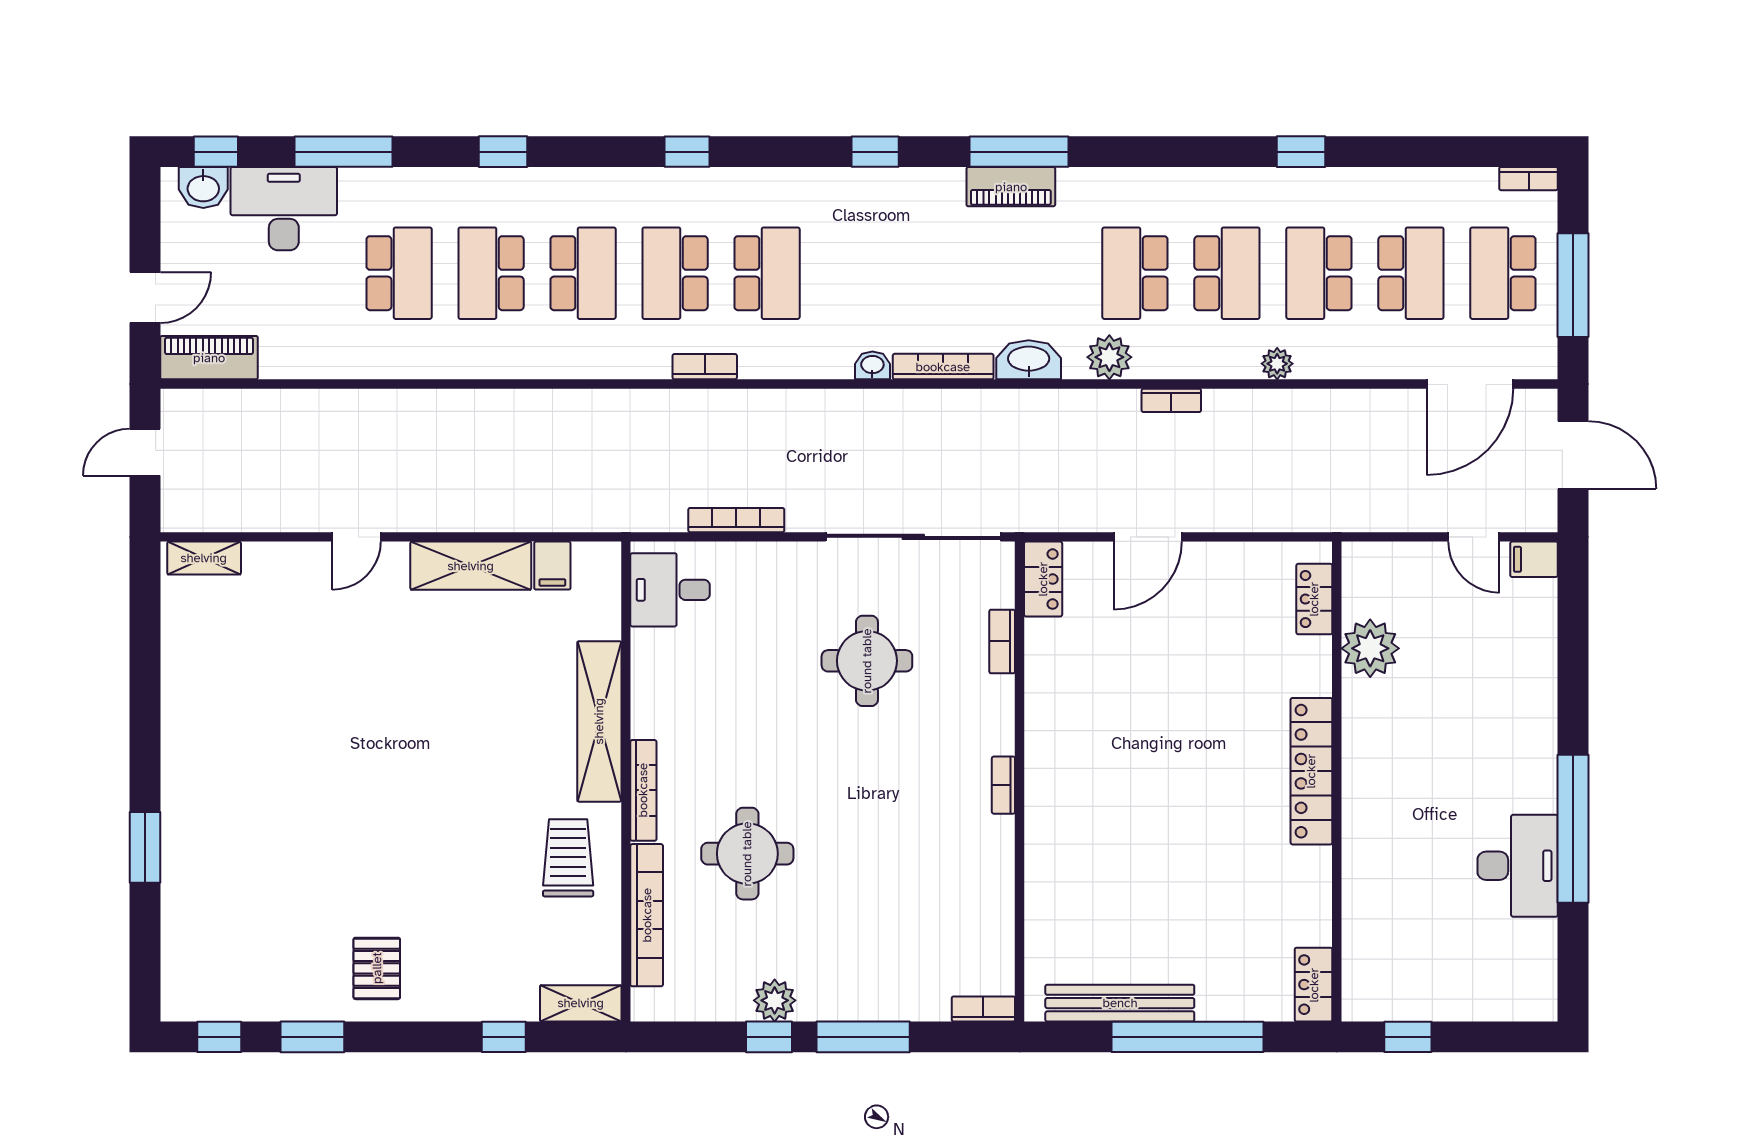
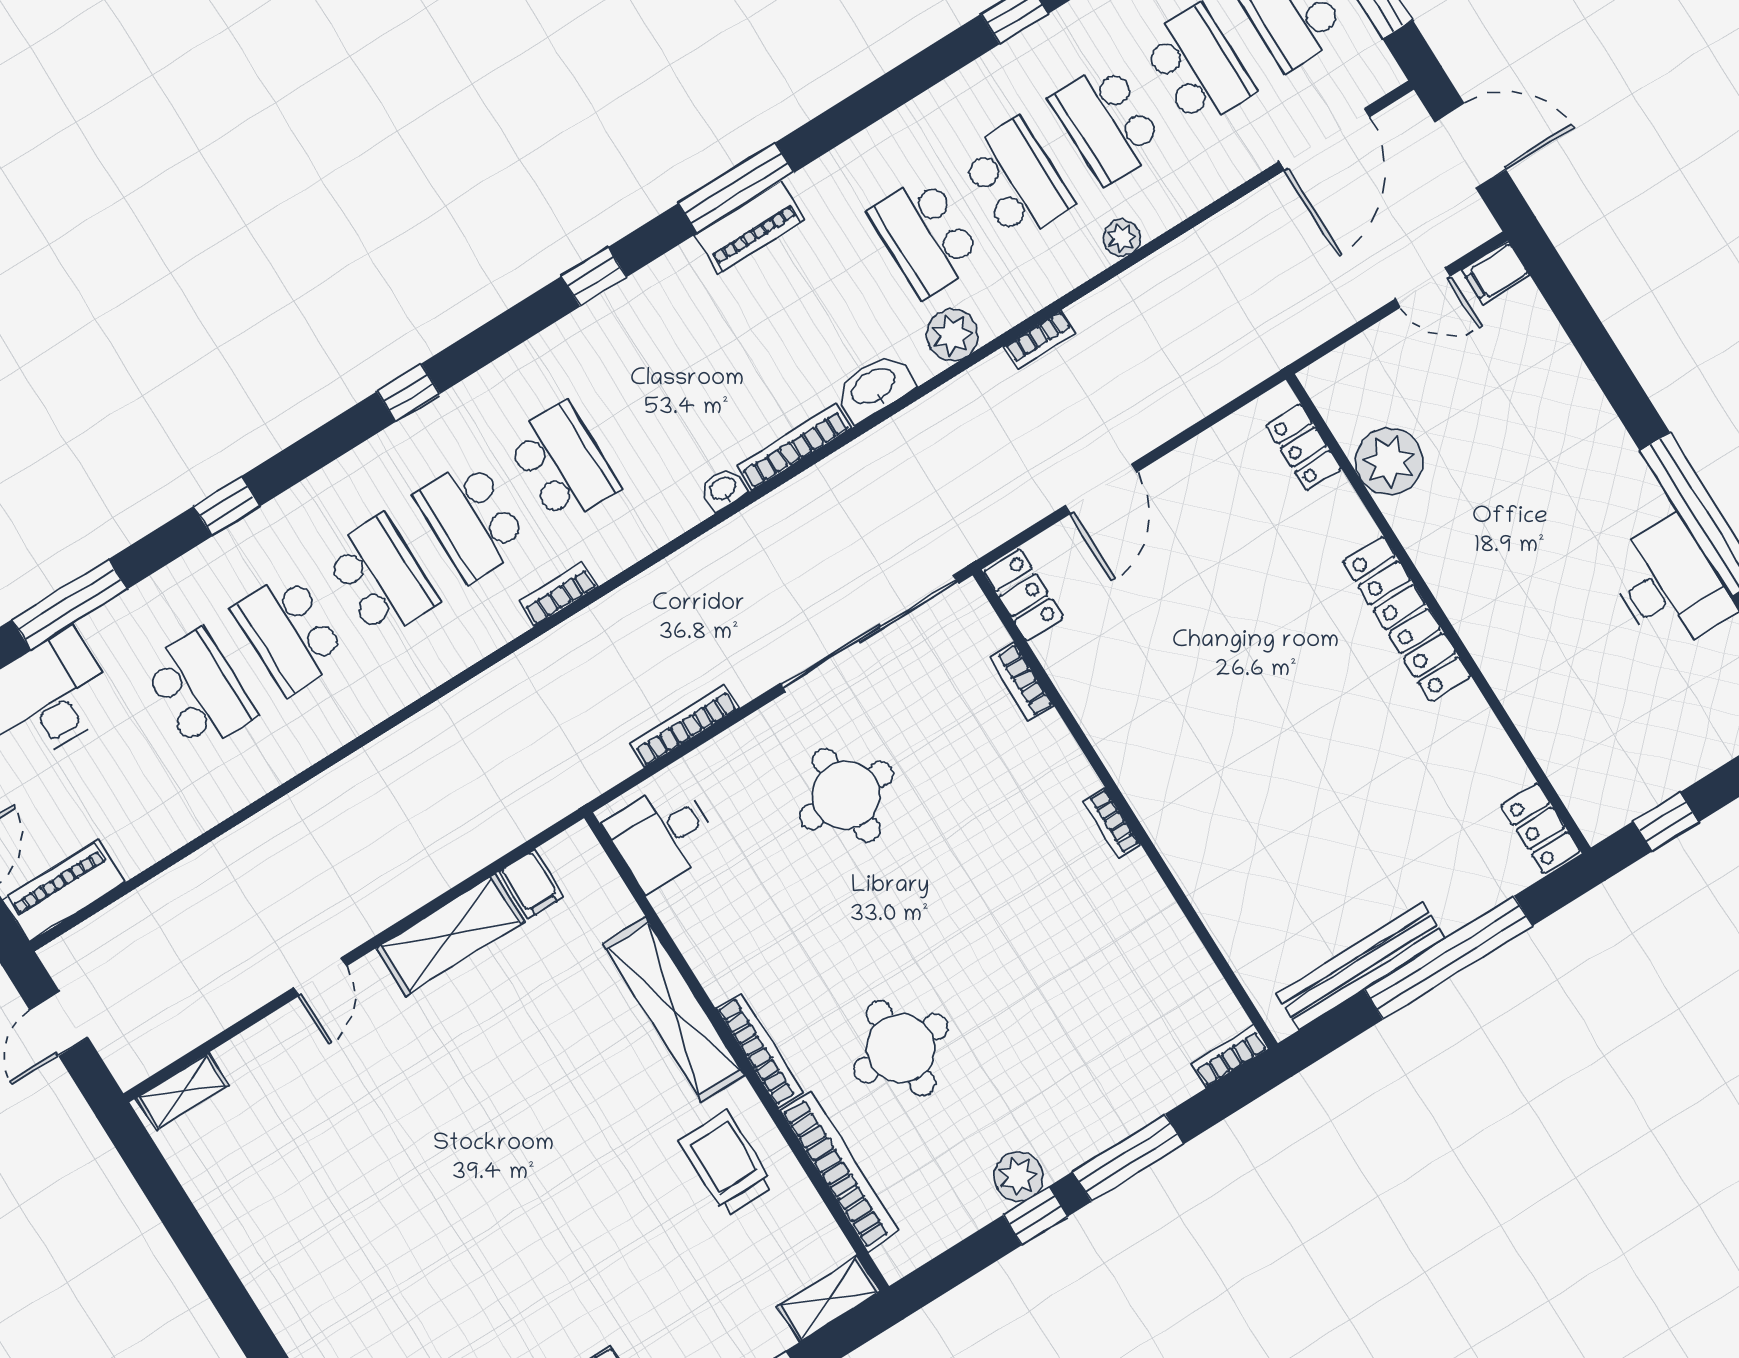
round table: (867, 661) -> (846, 795), moved

